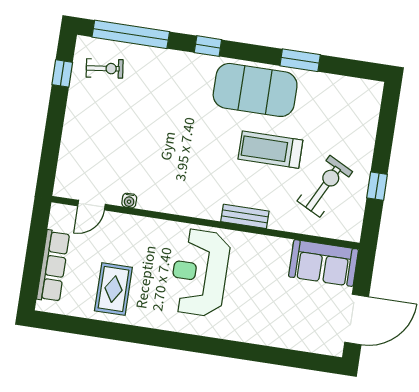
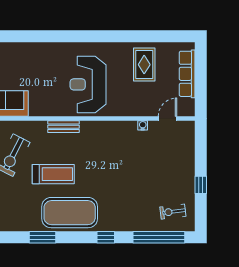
window: (62, 73) -> (201, 185), moved
reception desk: (200, 273) -> (88, 84), turned 180

